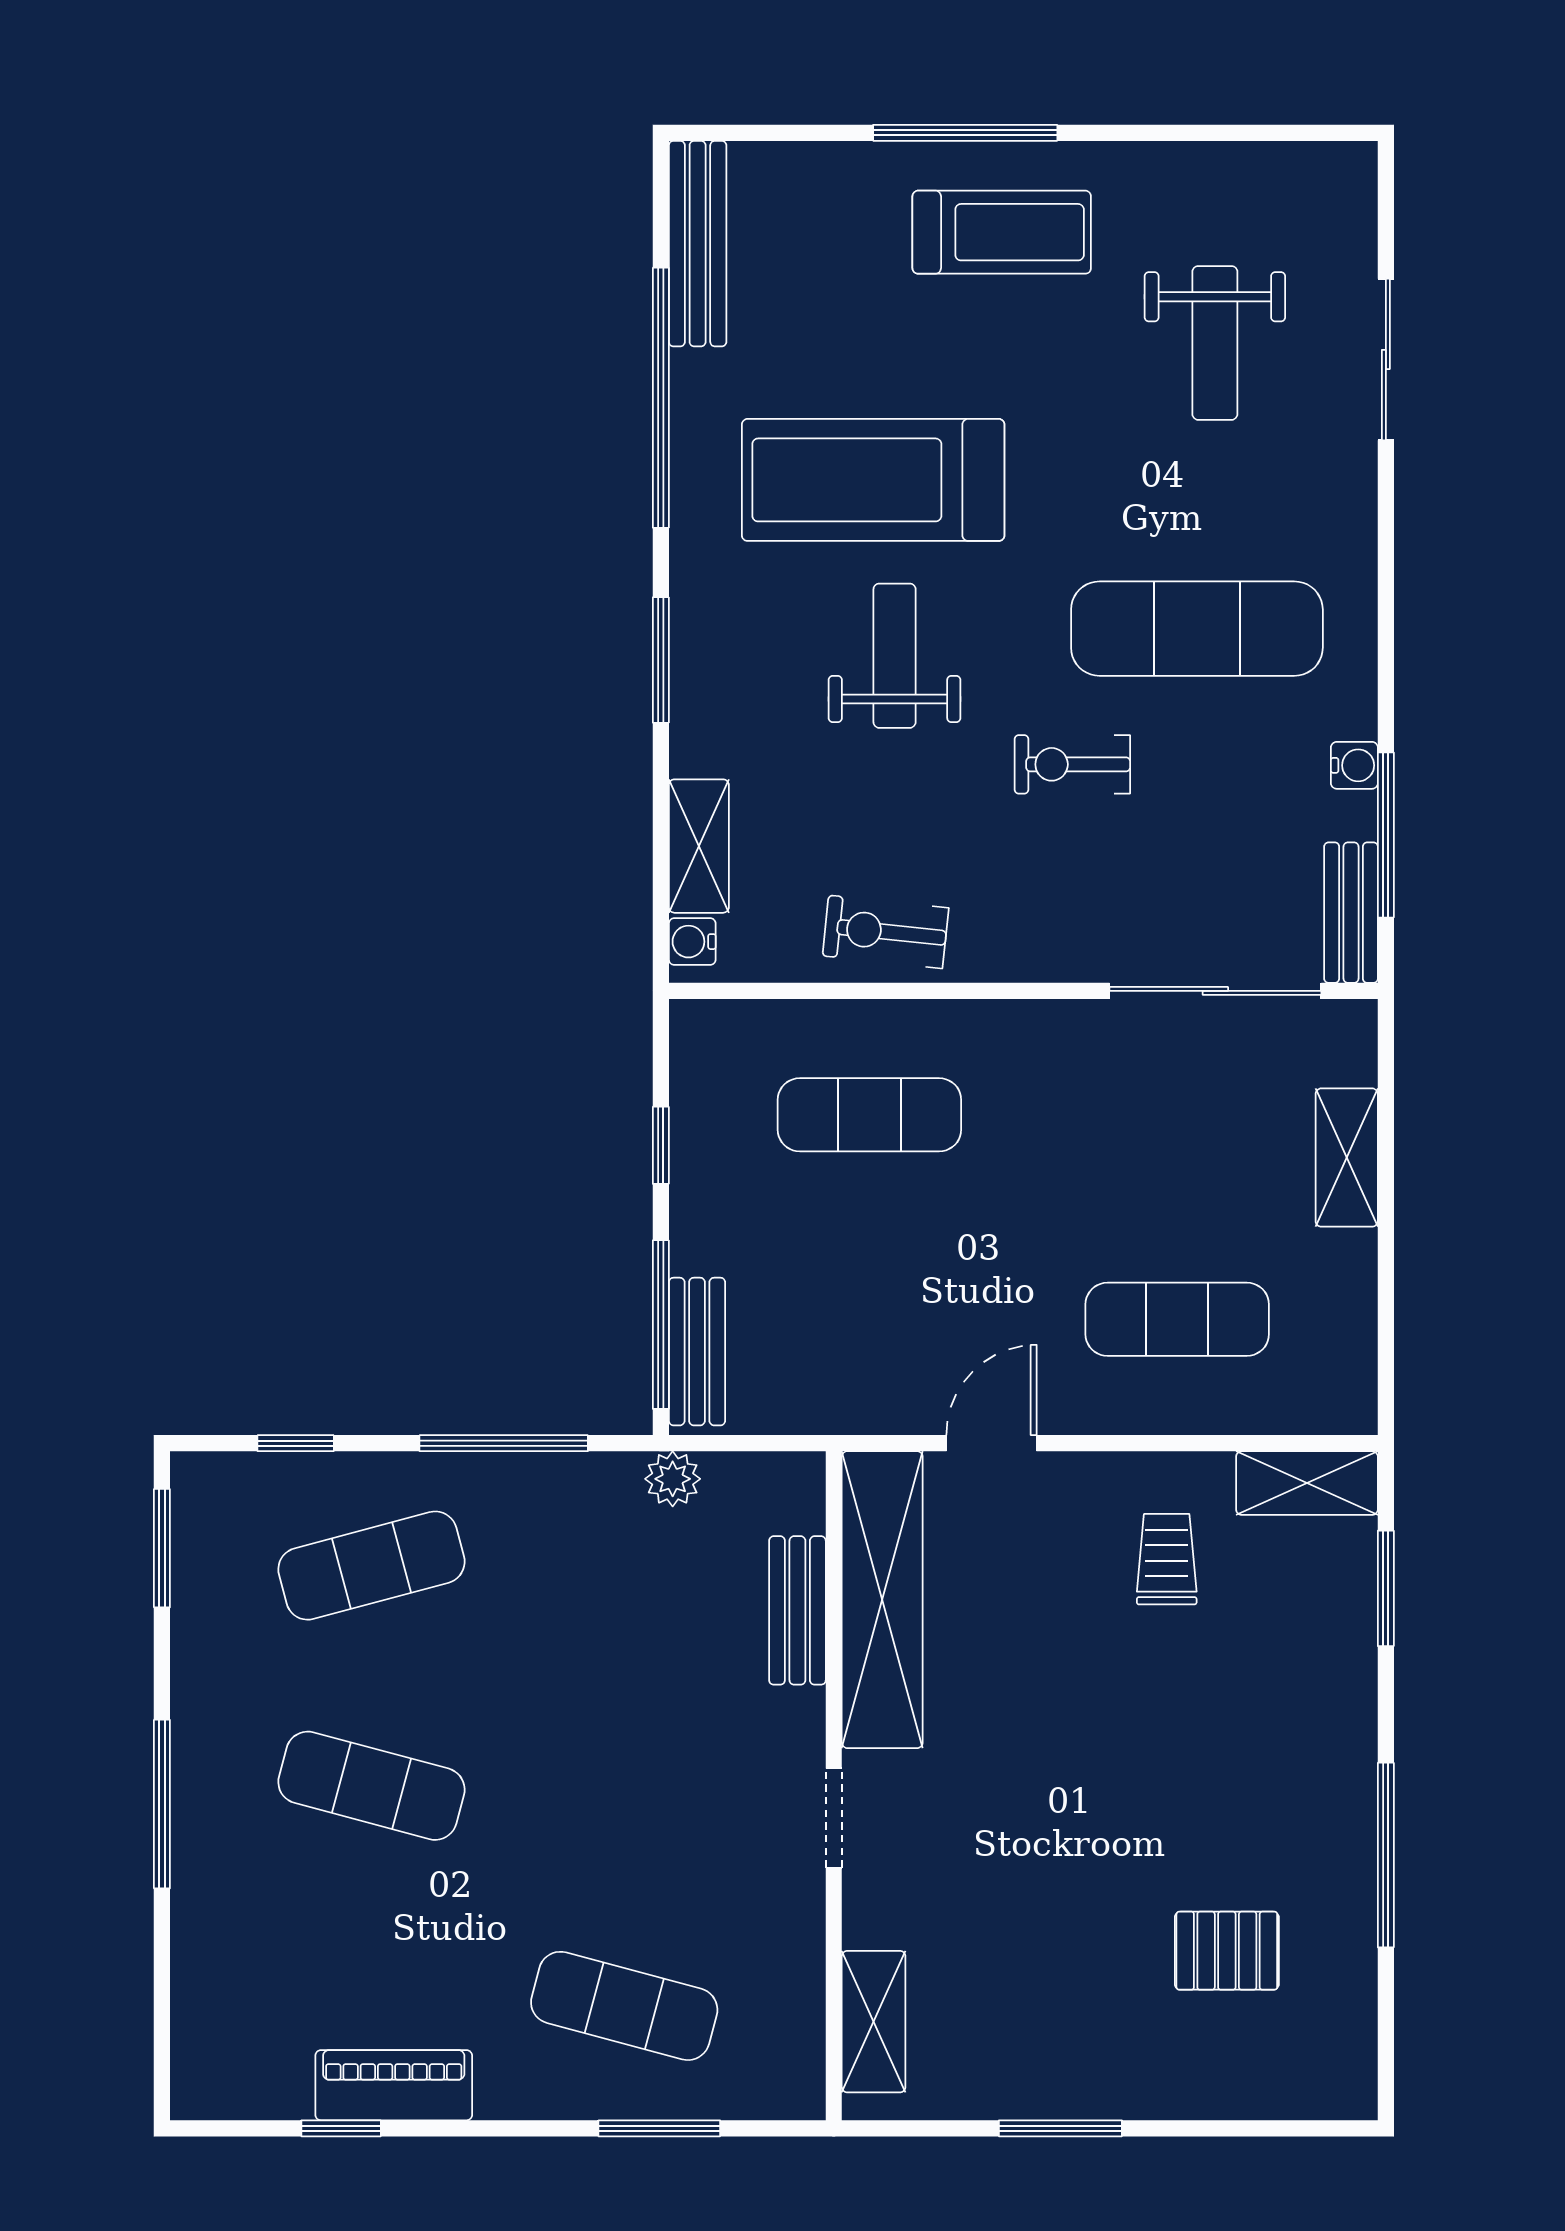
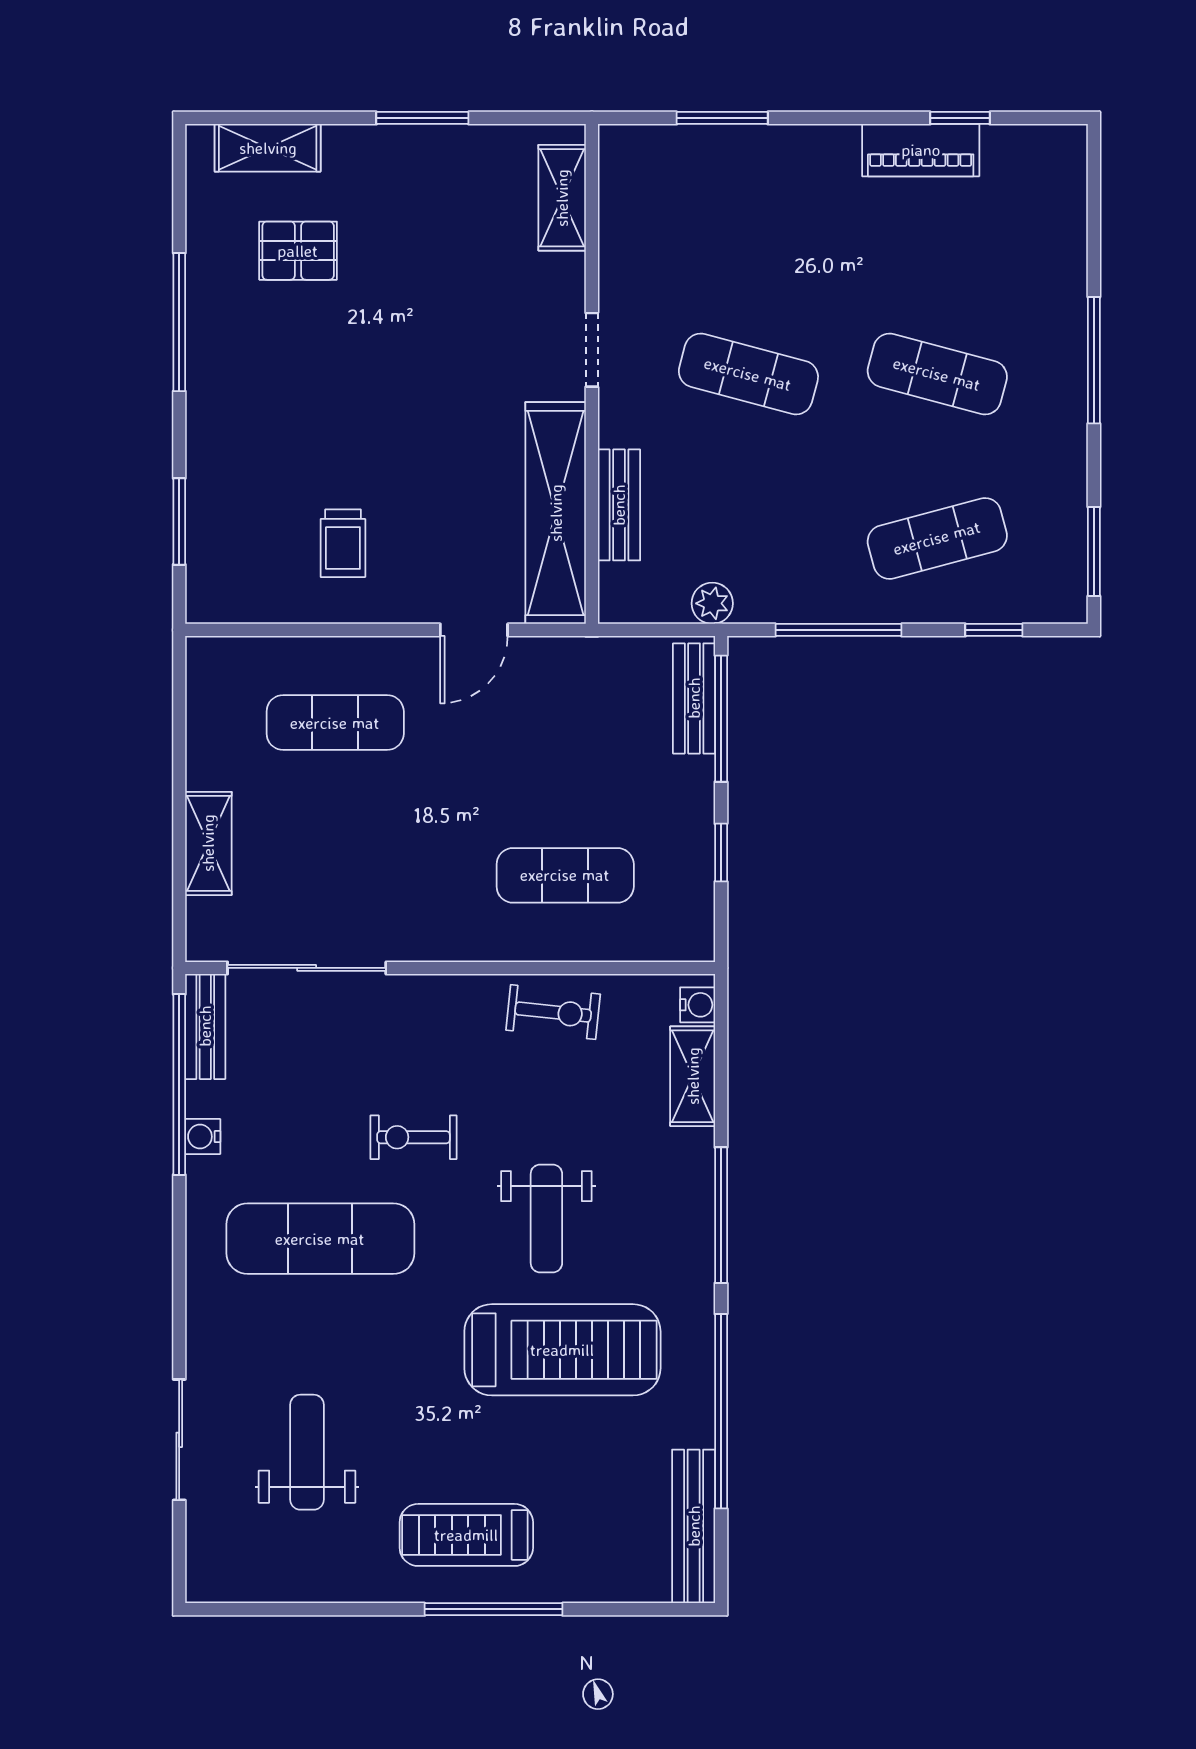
window: (661, 660) -> (721, 1215), width x1.44
exercise bike: (1072, 764) -> (413, 1137), turned 180
window: (1386, 835) -> (179, 1085), width x1.46
shelving: (1307, 1483) -> (268, 148), moved
exercise mat: (624, 2006) -> (748, 374), moved

